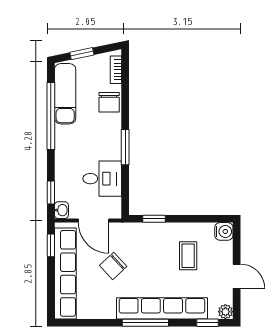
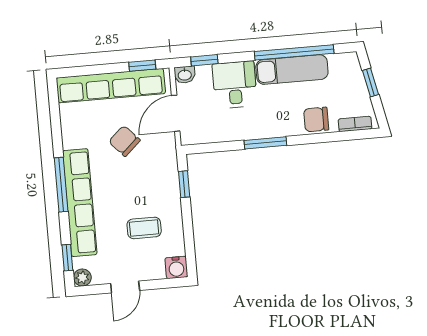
exam couch: (65, 94) -> (292, 70), moved
desk: (102, 179) -> (235, 85), moved, turned 180

